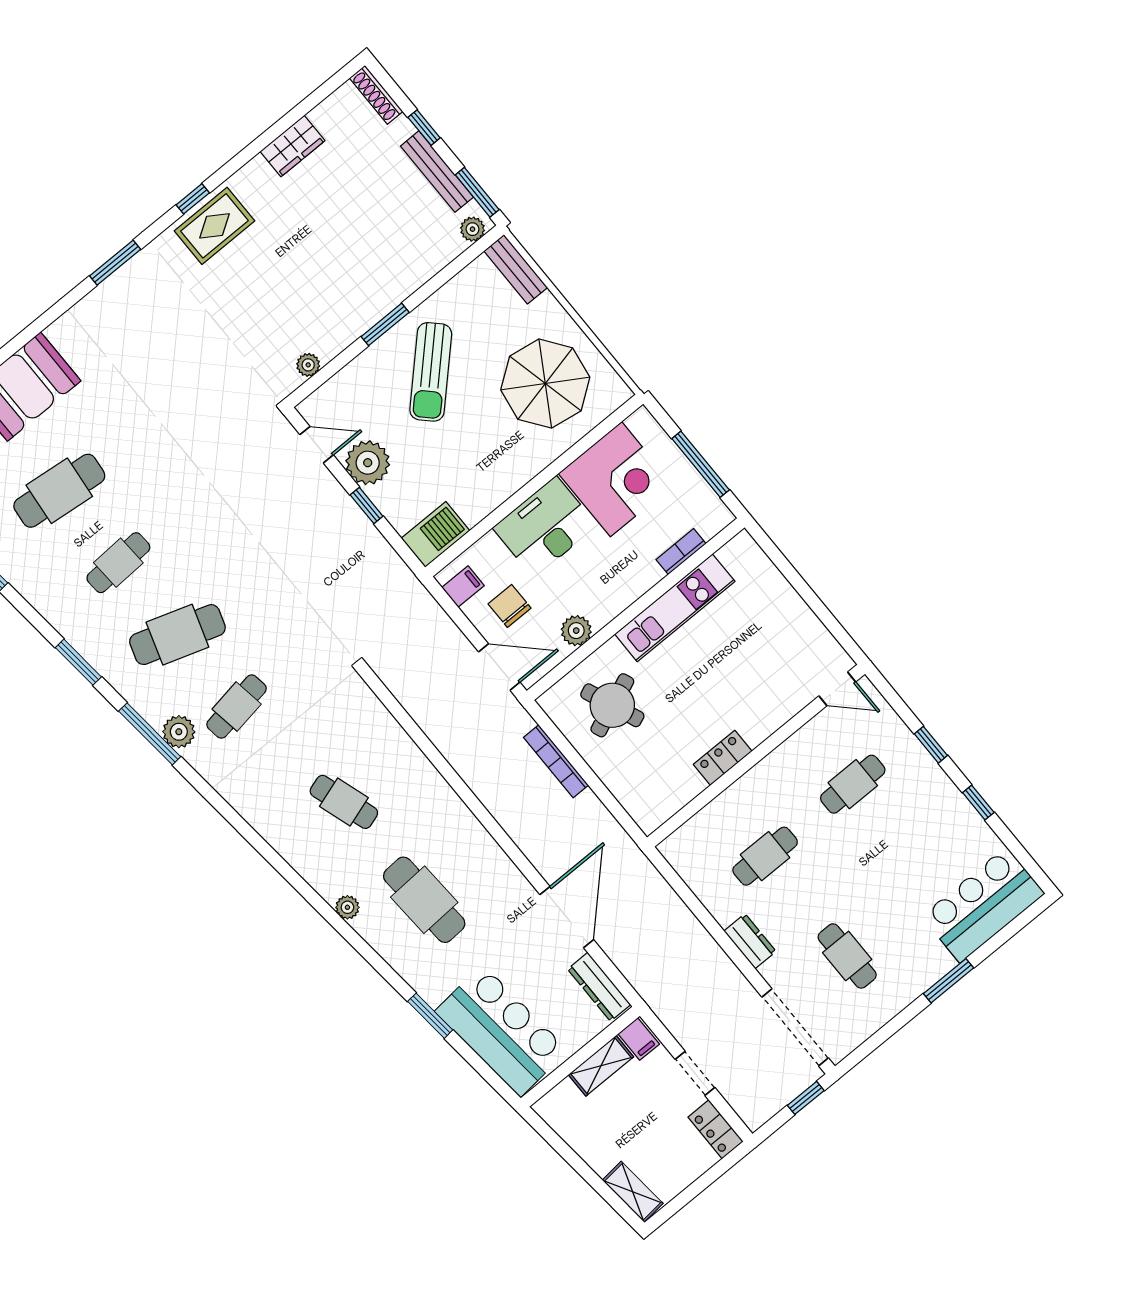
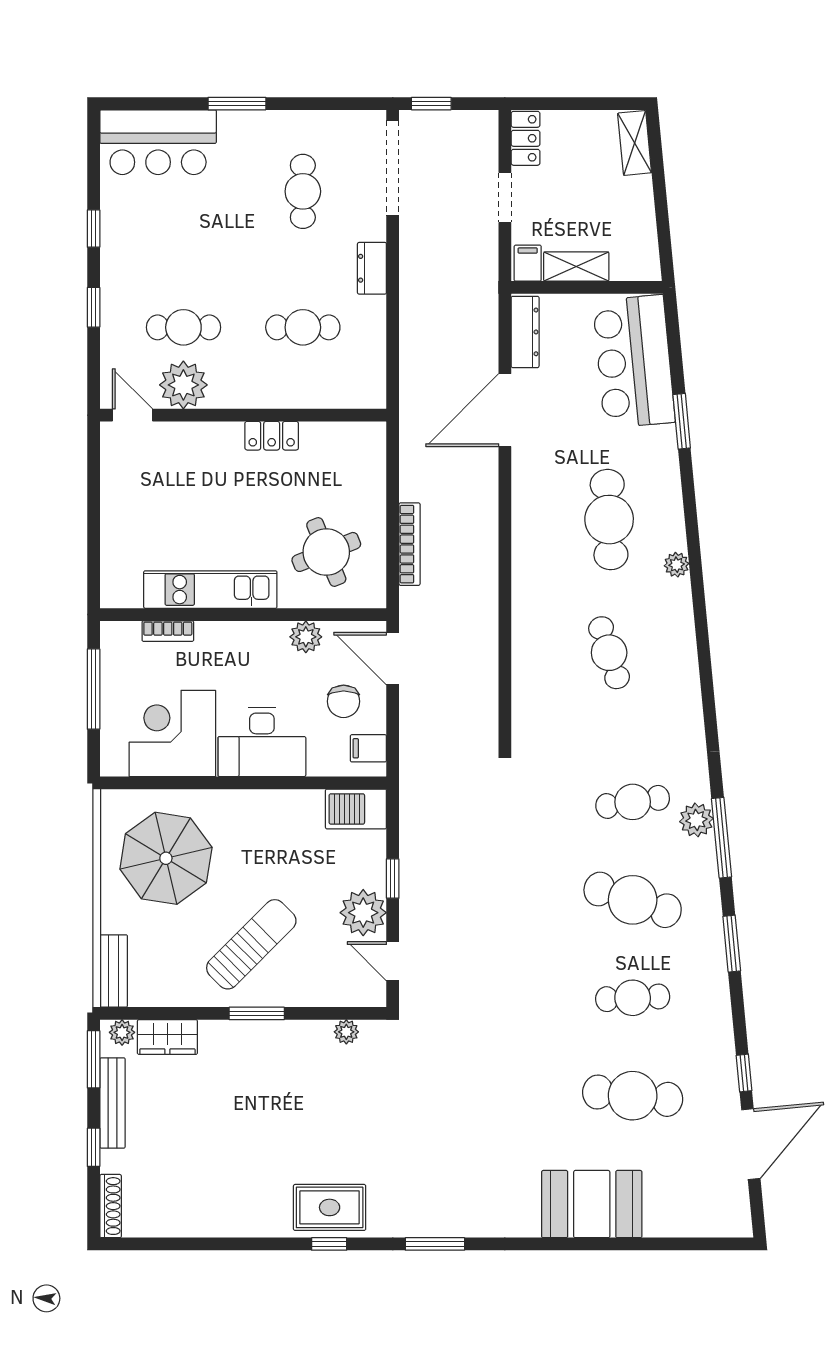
wardrobe: (292, 146) -> (167, 1037), moved, turned 180
plant: (818, 742) -> (183, 385), added

